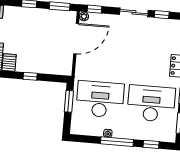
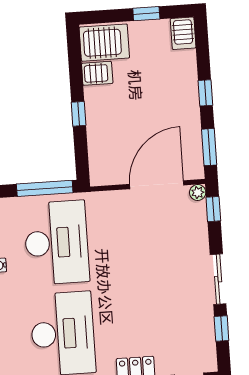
door: (76, 39) -> (157, 185), swing flipped
window: (69, 101) -> (45, 188), width x1.44

